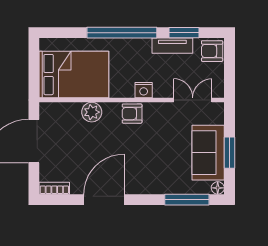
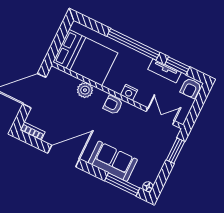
armchair: (212, 51) -> (191, 88), turned -90
sofa: (208, 153) -> (113, 161), moved, turned 90
window: (229, 153) -> (175, 151), moved

